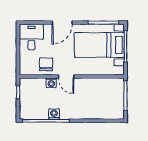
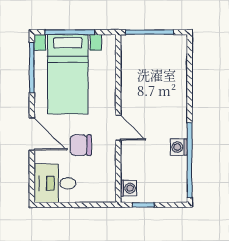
chair: (46, 64) -> (81, 145), moved
door: (66, 76) -> (118, 128), hinge flipped
washing machine: (51, 83) -> (128, 188), moved

